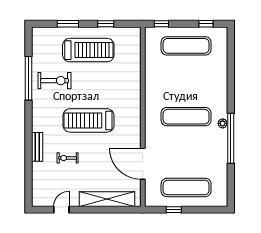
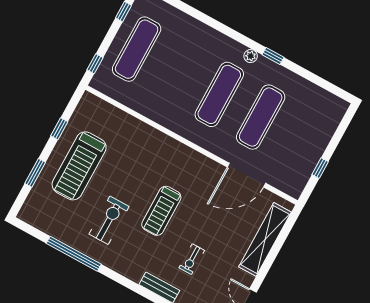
treadmill: (88, 50) -> (79, 166), turned 180
exercise bike: (54, 81) -> (109, 220), moved
treadmill: (88, 120) -> (161, 211), width x0.73, depth x0.73
window: (231, 138) -> (273, 56), width x0.32
exercise mat: (186, 187) -> (261, 117), moved

